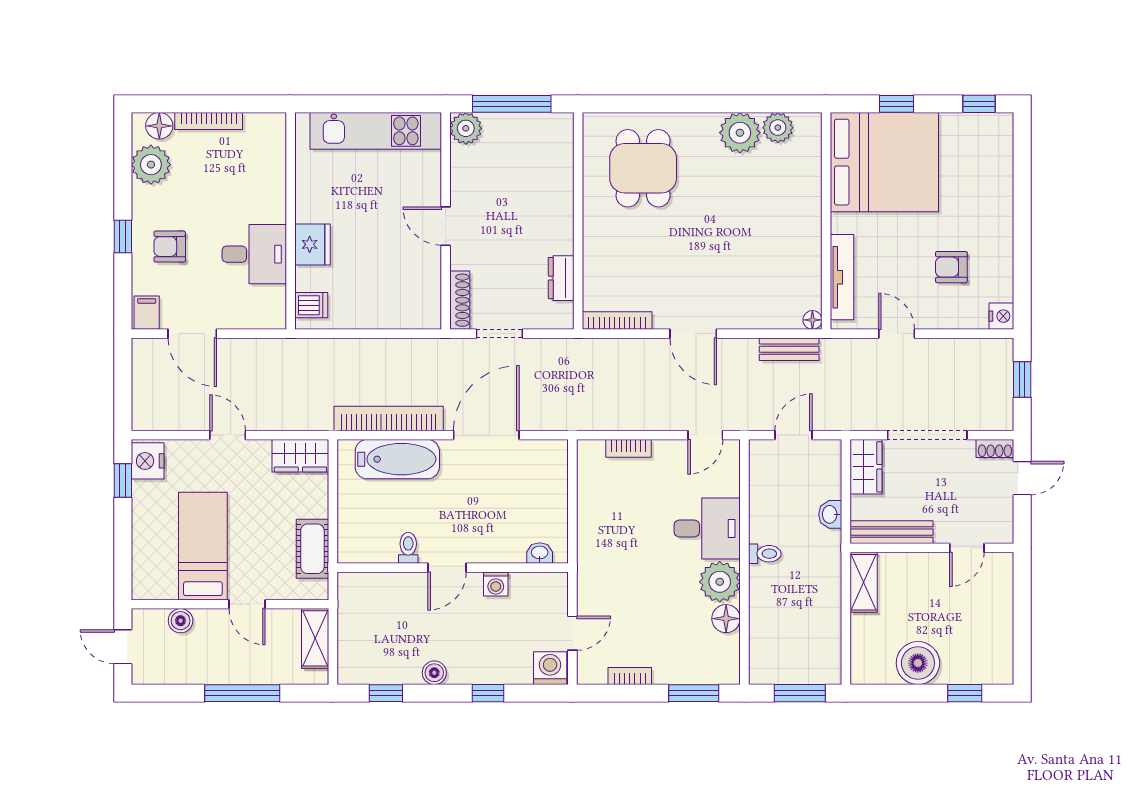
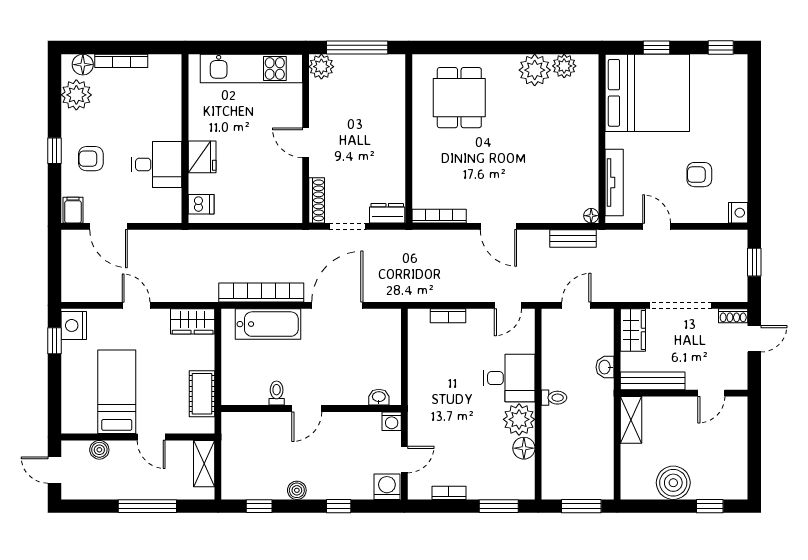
dresser: (561, 278) -> (387, 213), moved, turned 90
washing machine: (496, 584) -> (392, 421), moved

